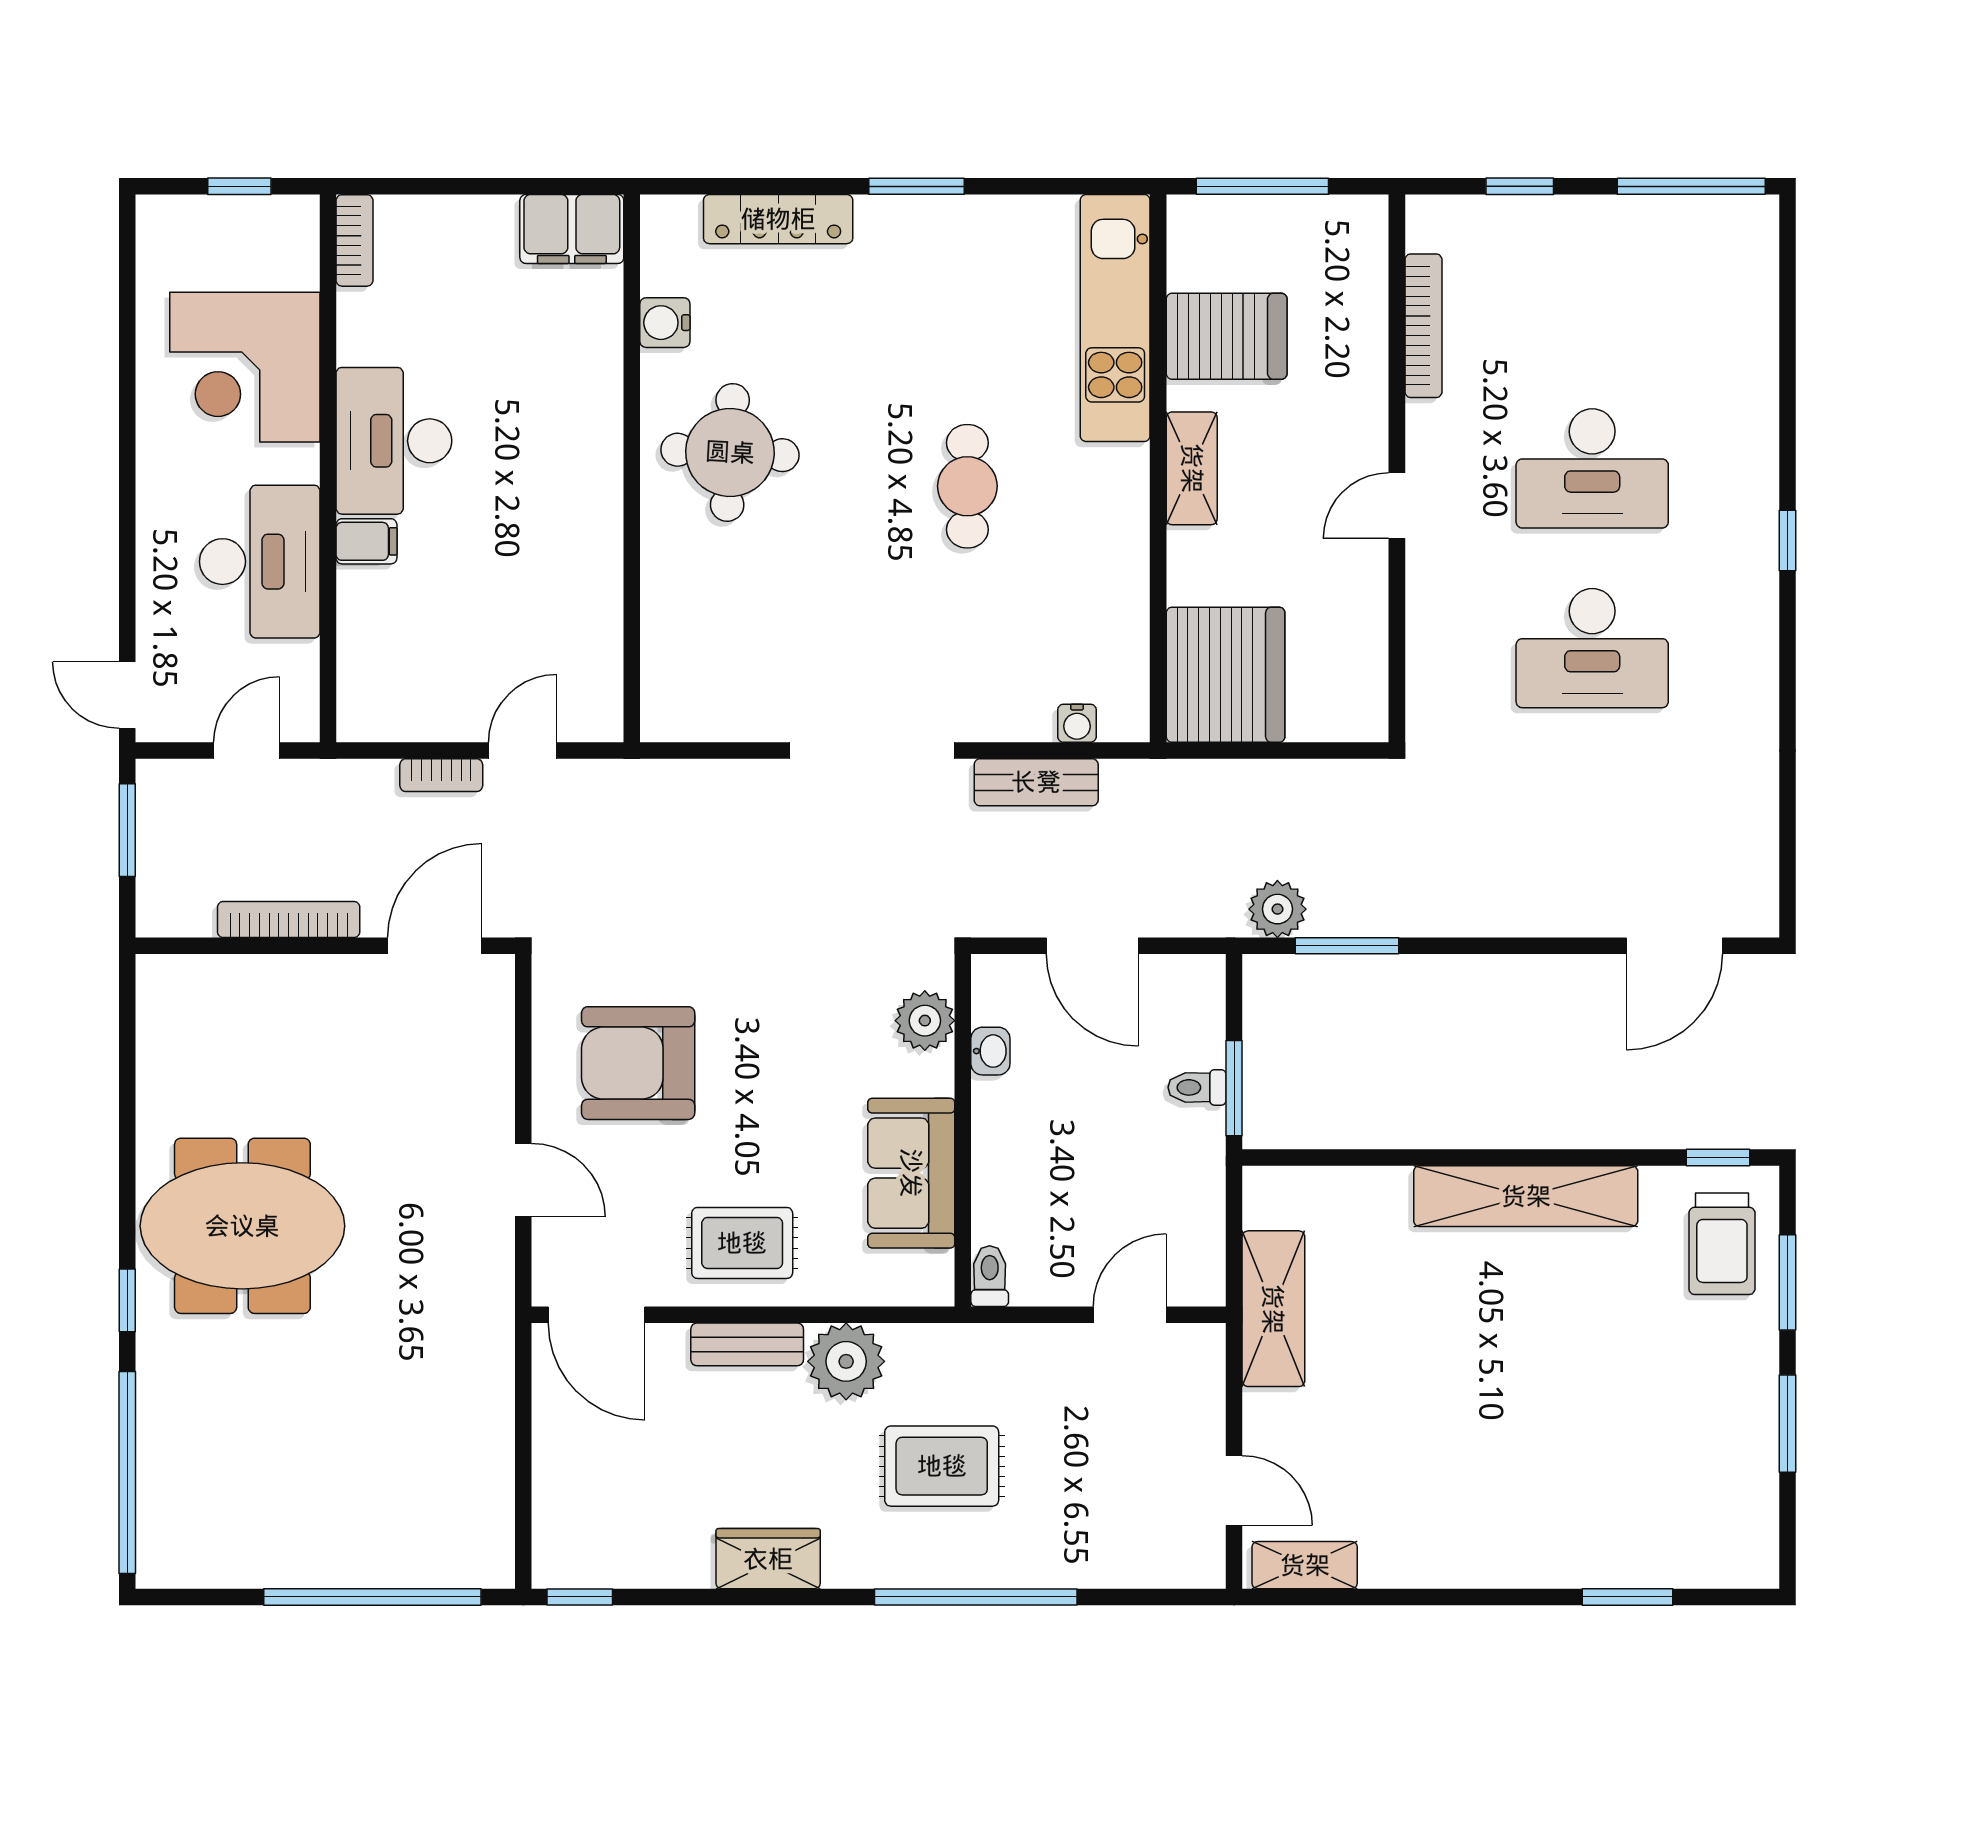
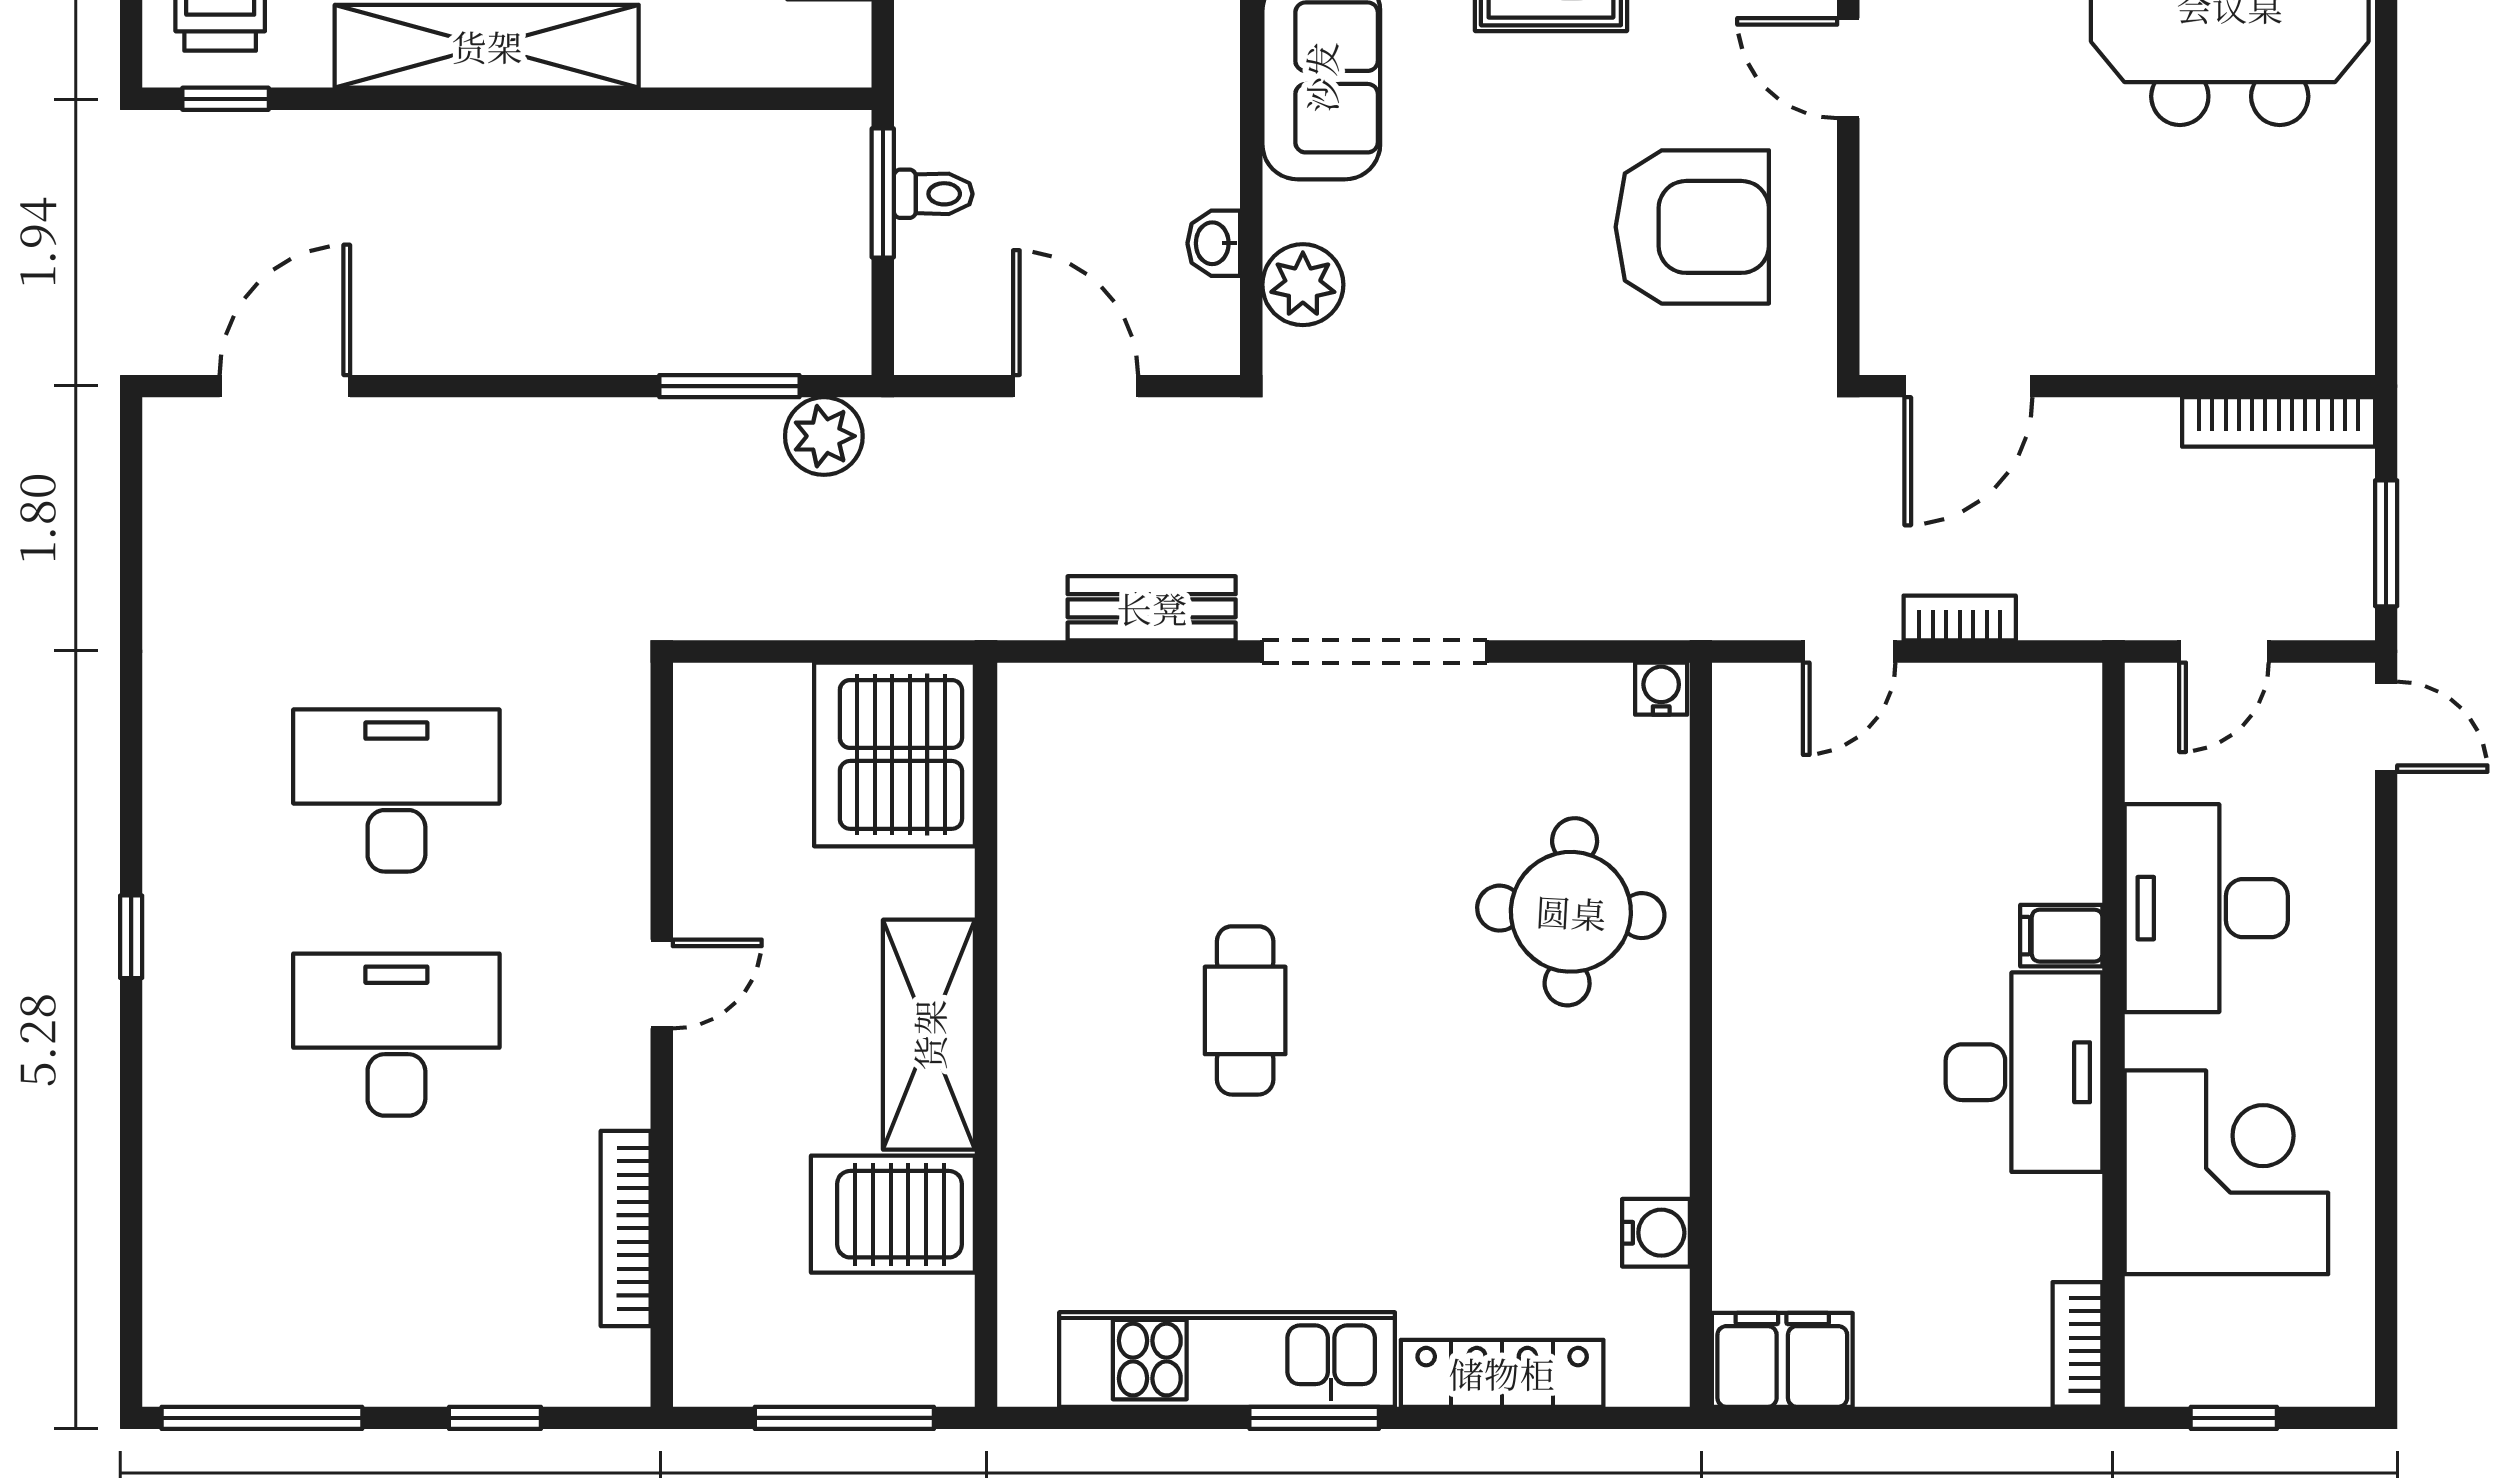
kitchen unit: (1115, 318) -> (1227, 1360), moved, turned -90
round table: (730, 452) -> (1571, 912), moved
shelving: (1192, 468) -> (929, 1035), width x1.50, depth x1.33
water cooler: (1077, 723) -> (1661, 689), moved
bookcase: (289, 920) -> (2279, 422), moved

